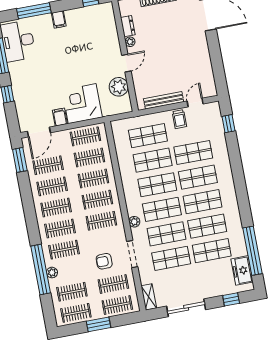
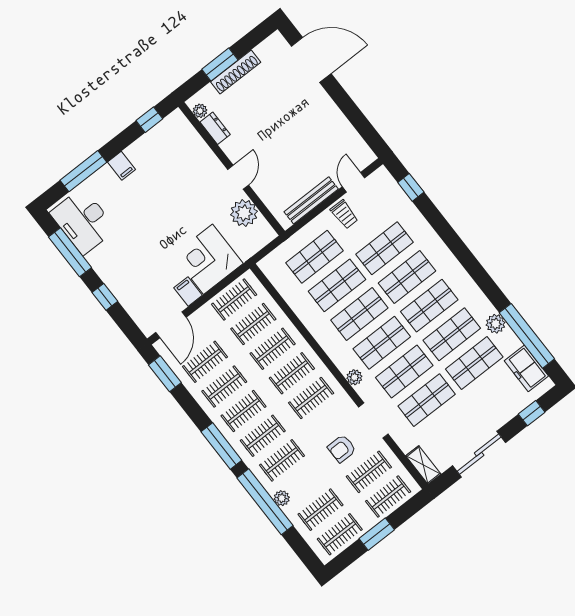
plant: (130, 42) -> (200, 111), moved
window: (32, 222) -> (221, 446), added
plant: (237, 234) -> (496, 324), added

